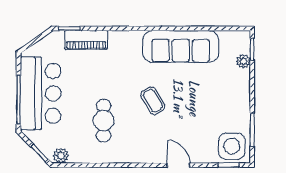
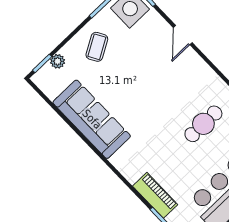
coffee table: (153, 101) -> (97, 47), moved

